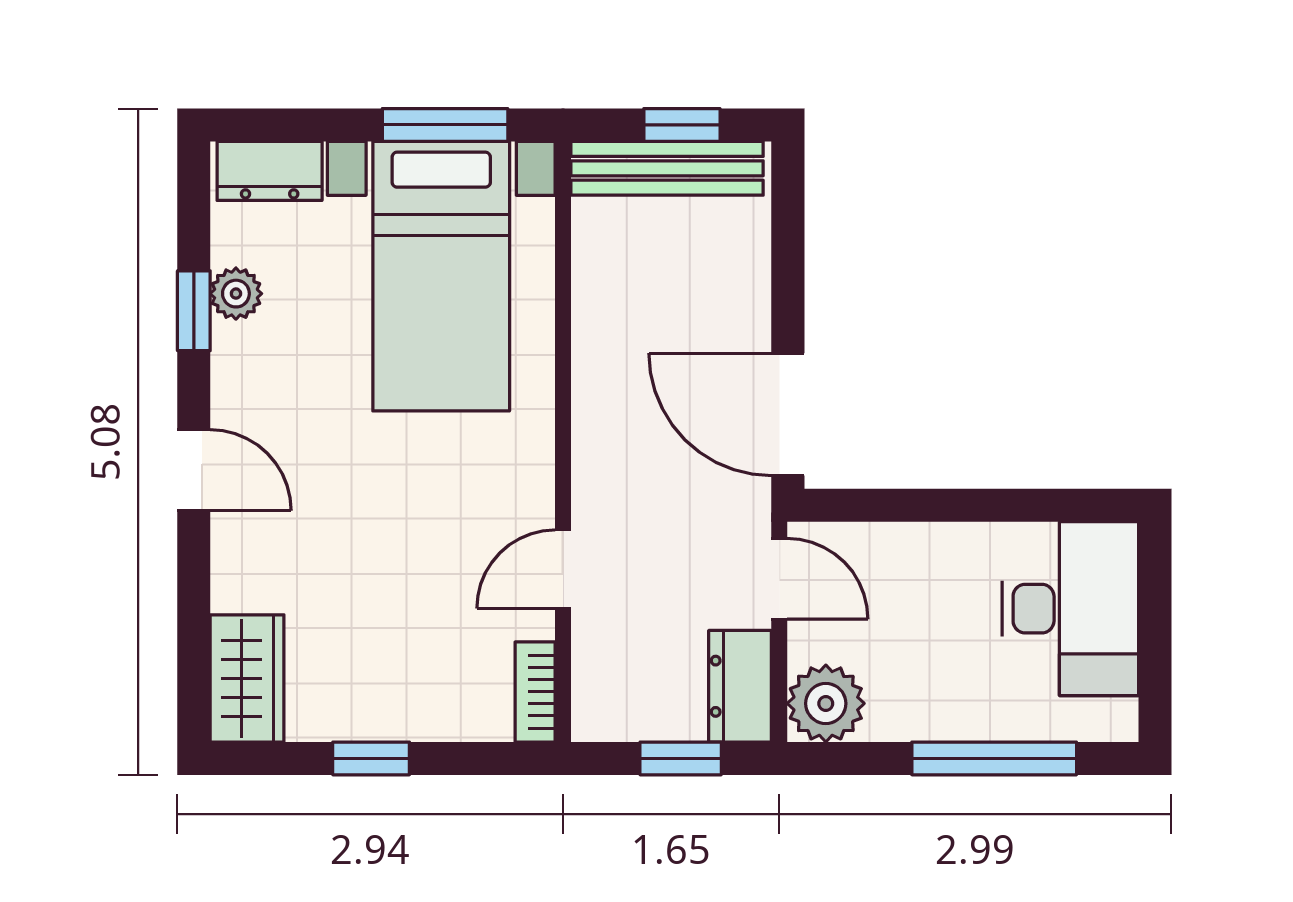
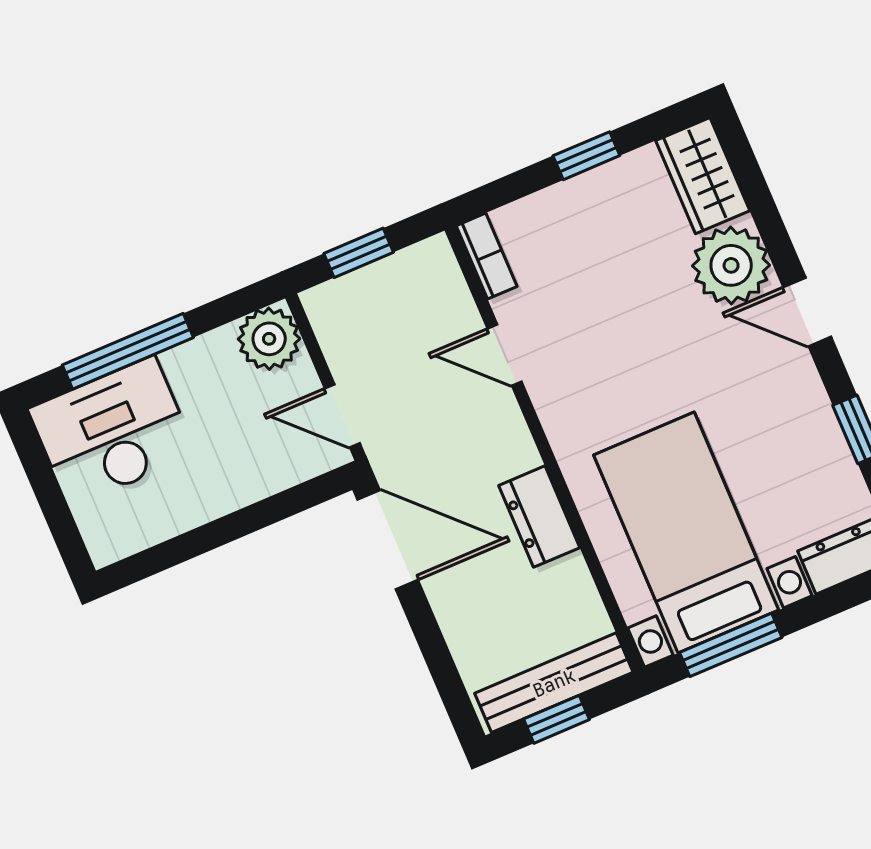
plant: (236, 294) -> (731, 265), moved, width x1.88, depth x1.88
door: (563, 569) -> (505, 355), swing flipped
desk: (1070, 609) -> (112, 432), moved, turned 90
dresser: (740, 686) -> (539, 517), moved, turned 180

